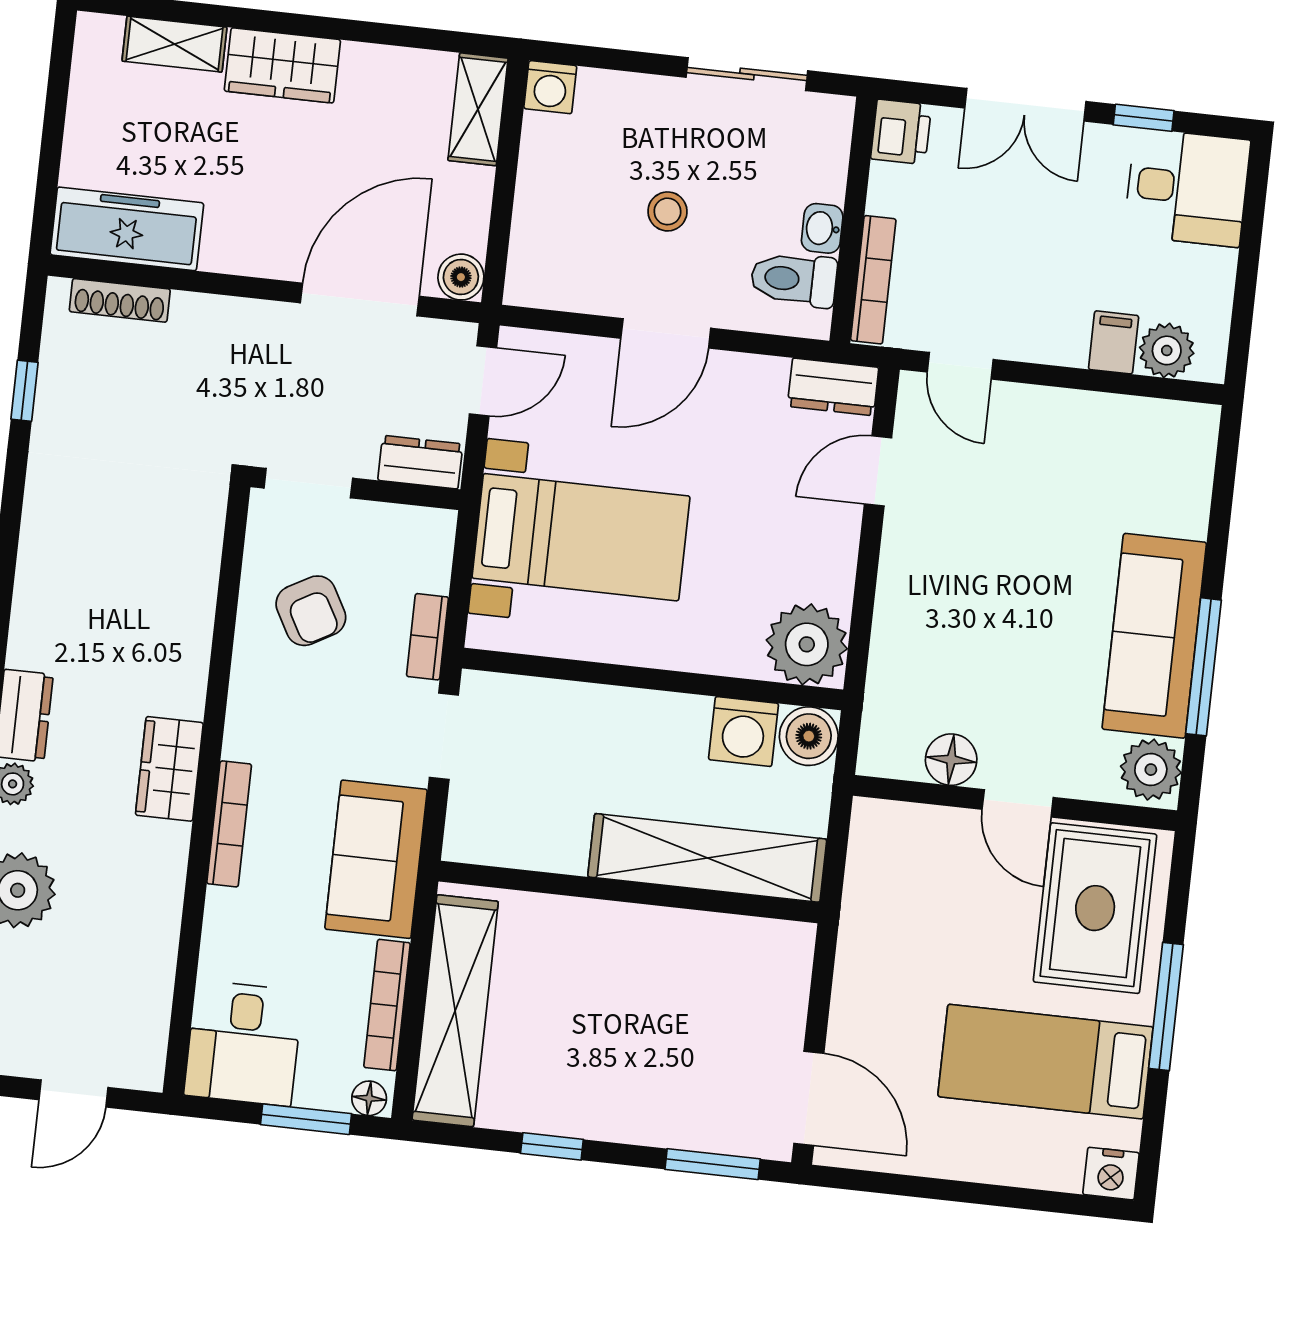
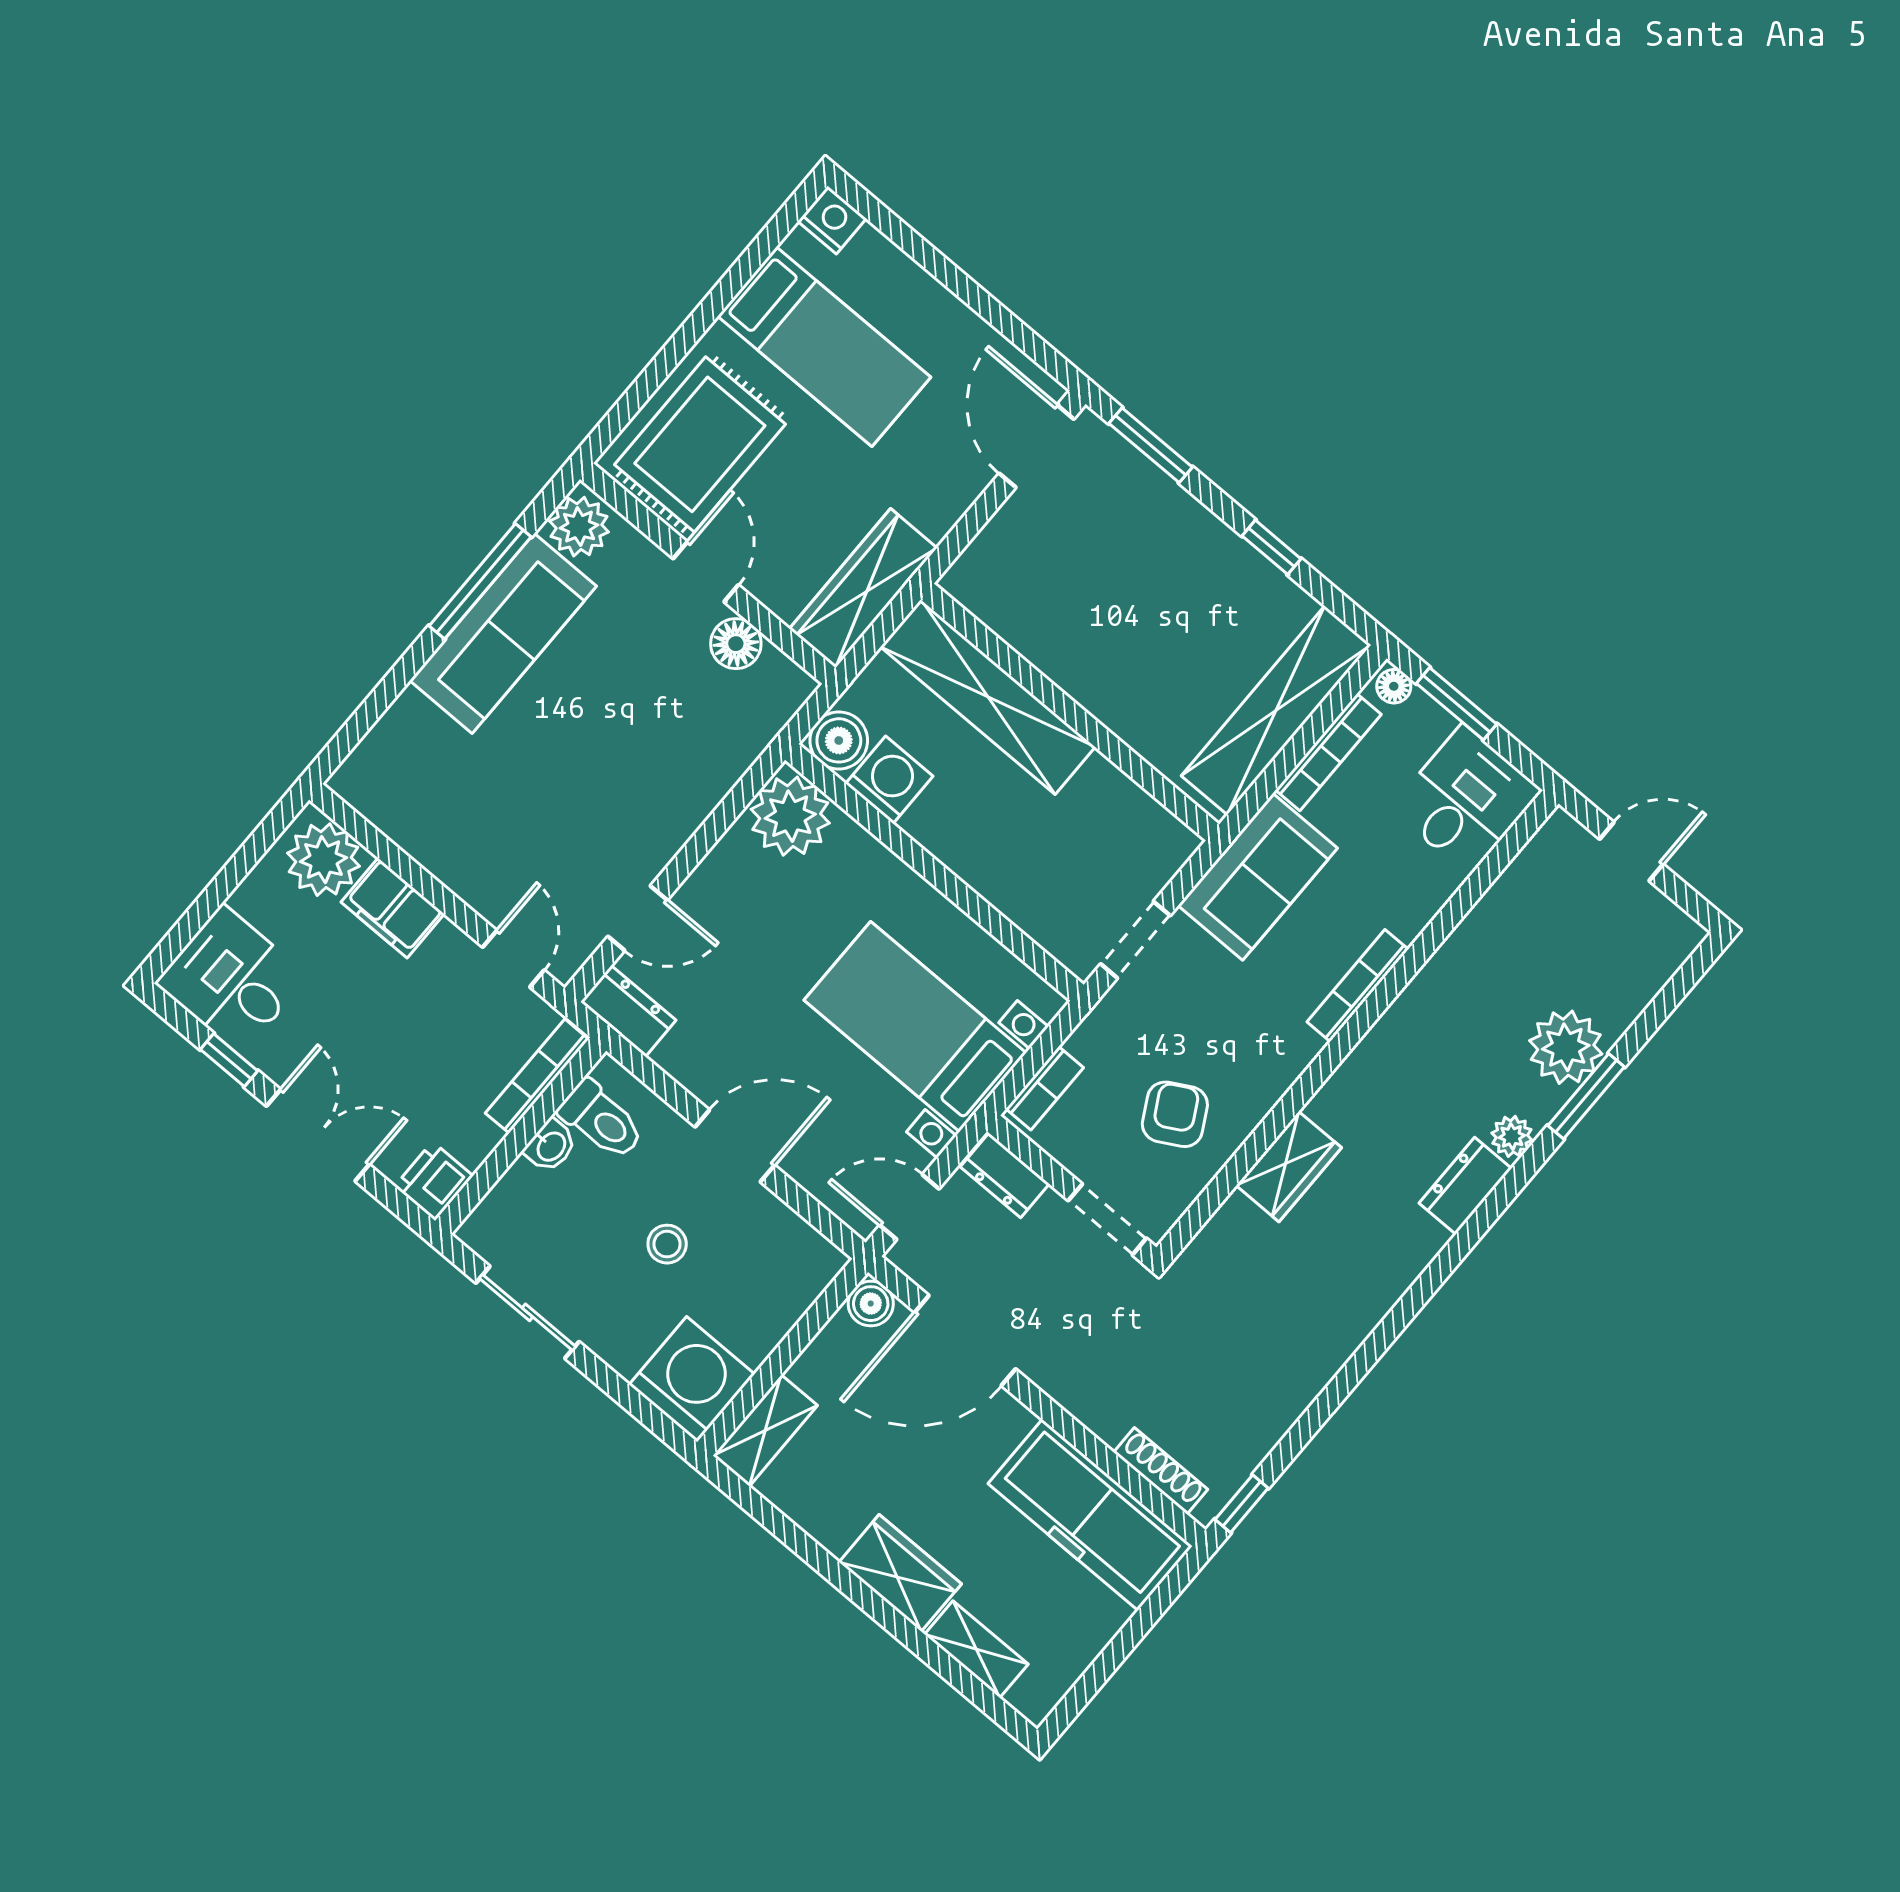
washing machine: (550, 87) -> (692, 1379), width x1.89, depth x1.89
freezer: (127, 229) -> (1090, 1515), width x1.36, depth x1.26
filing cabinet: (1114, 342) -> (393, 908), width x2.00
plant: (1167, 350) -> (324, 860), width x1.36, depth x1.36
window: (24, 391) -> (1242, 1504), moved
bookcase: (427, 637) -> (1045, 1088), moved
wardrobe: (169, 769) -> (1289, 1167), moved
wardrobe: (875, 879) -> (863, 588), added
window: (1166, 1007) -> (696, 326), removed

